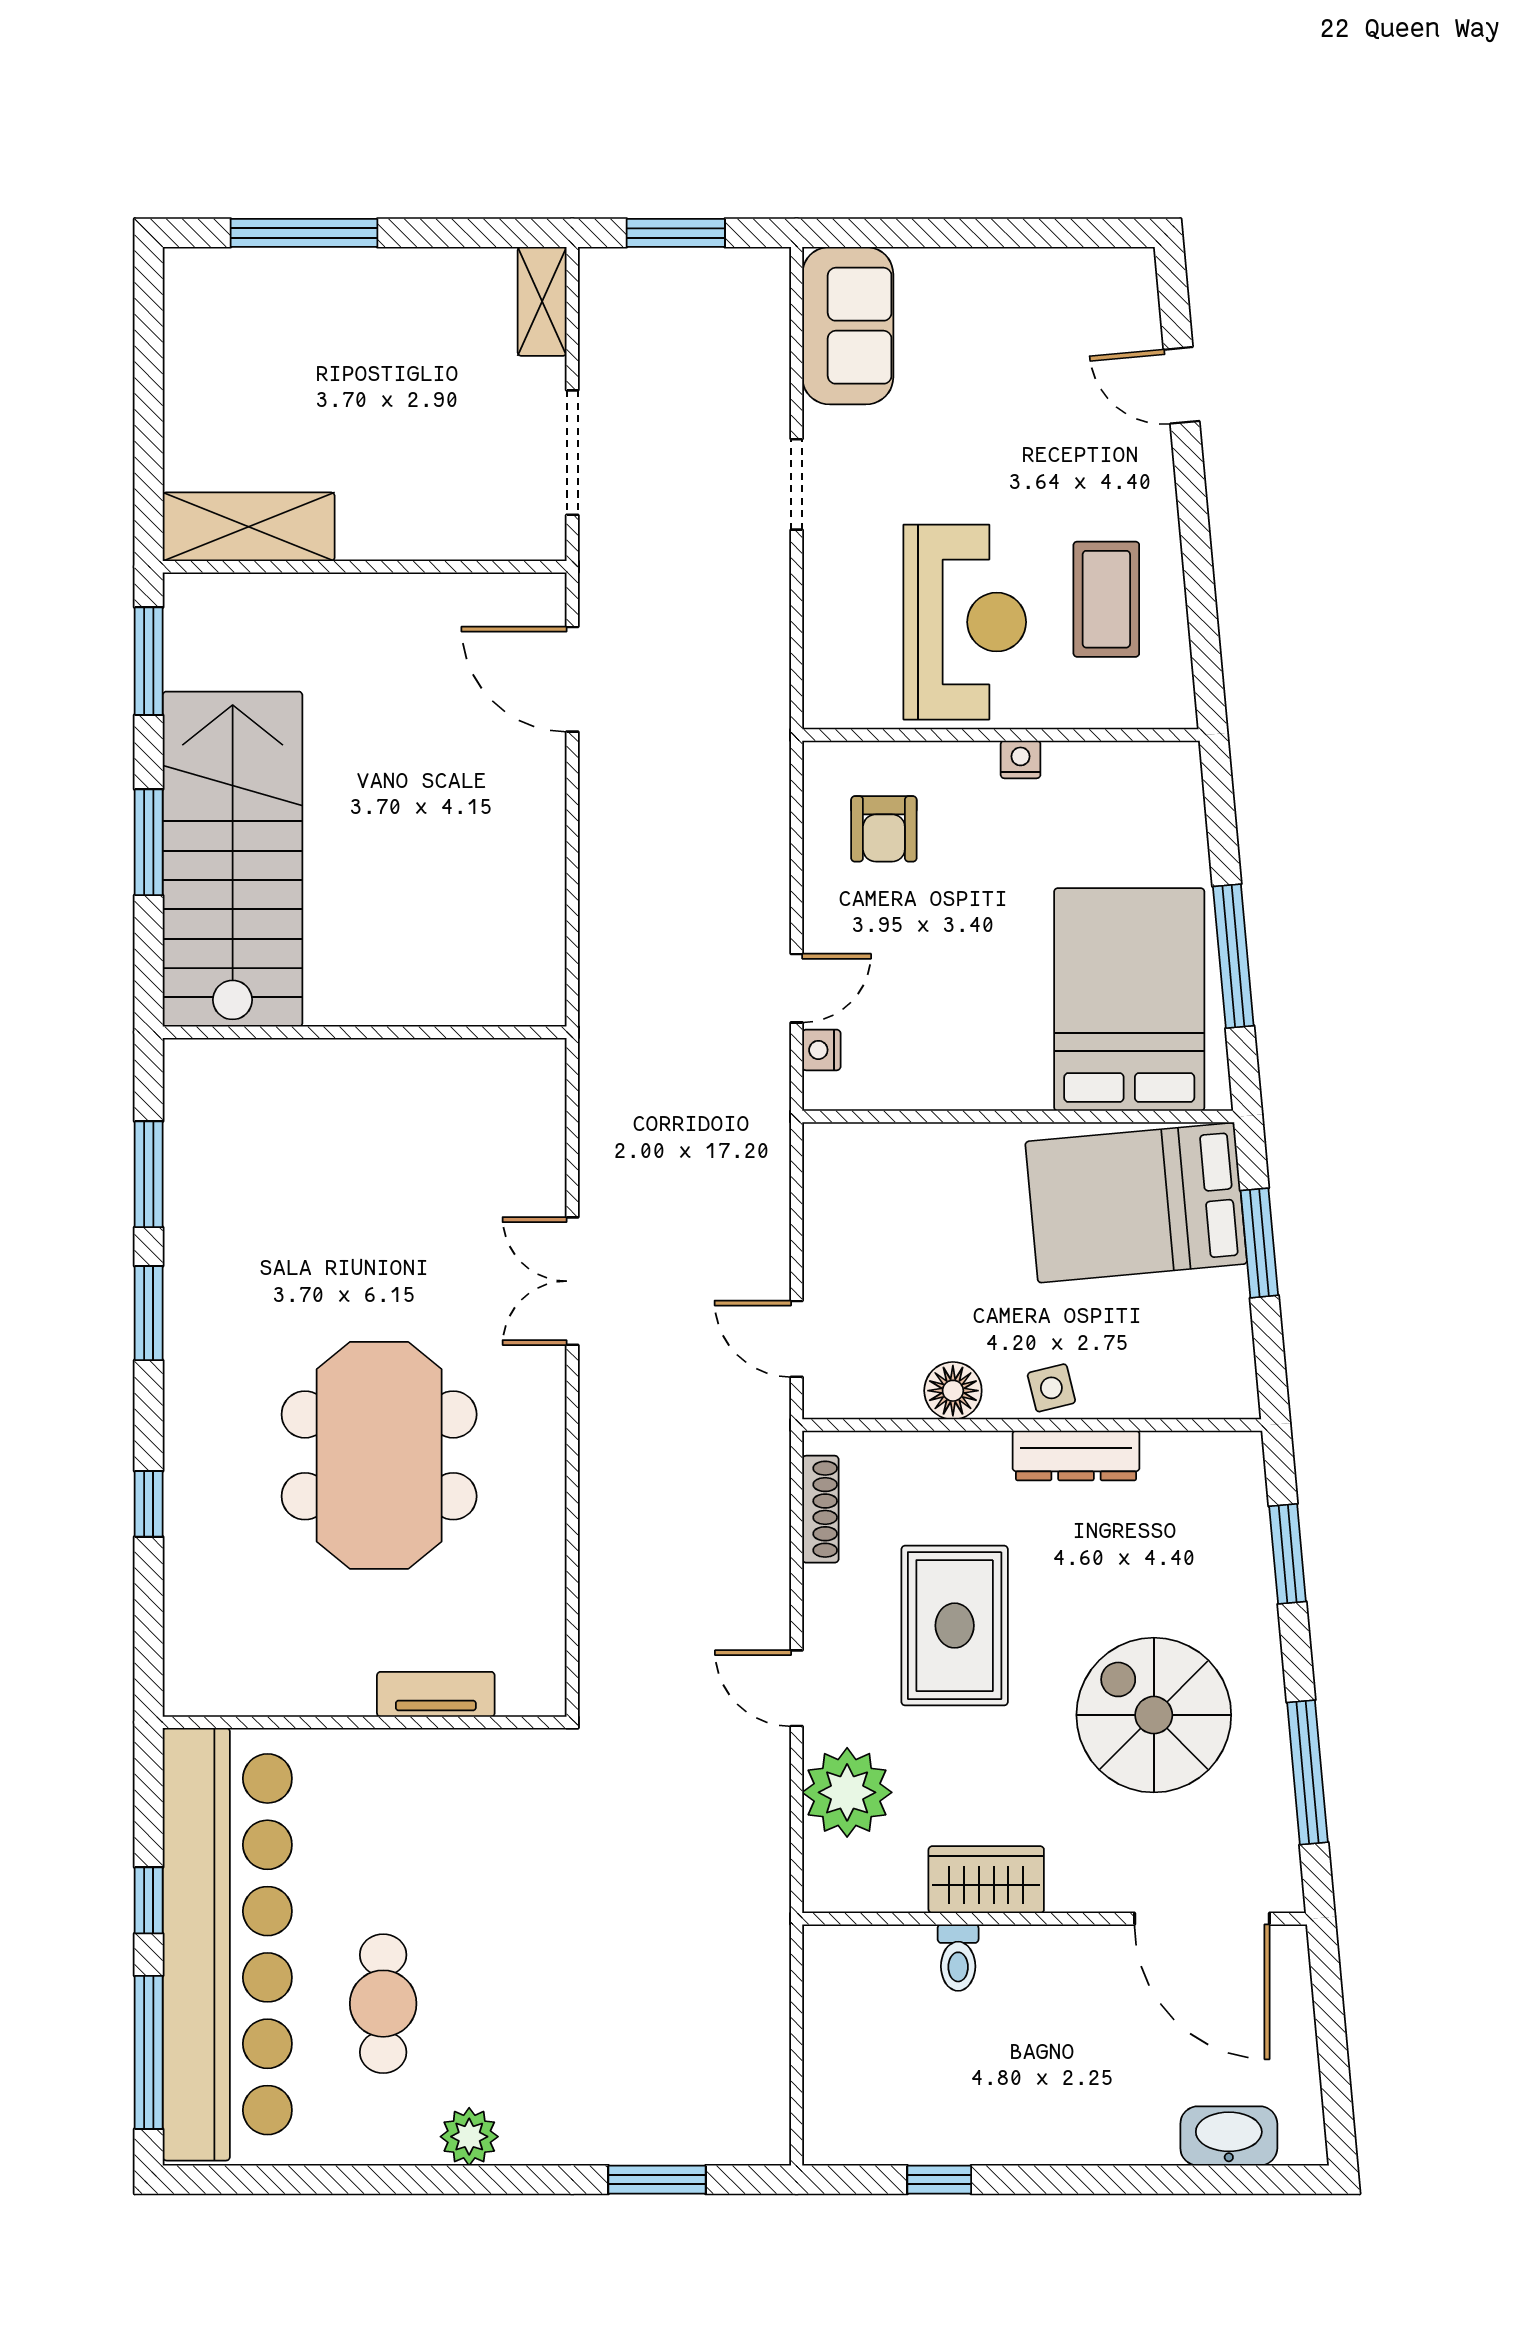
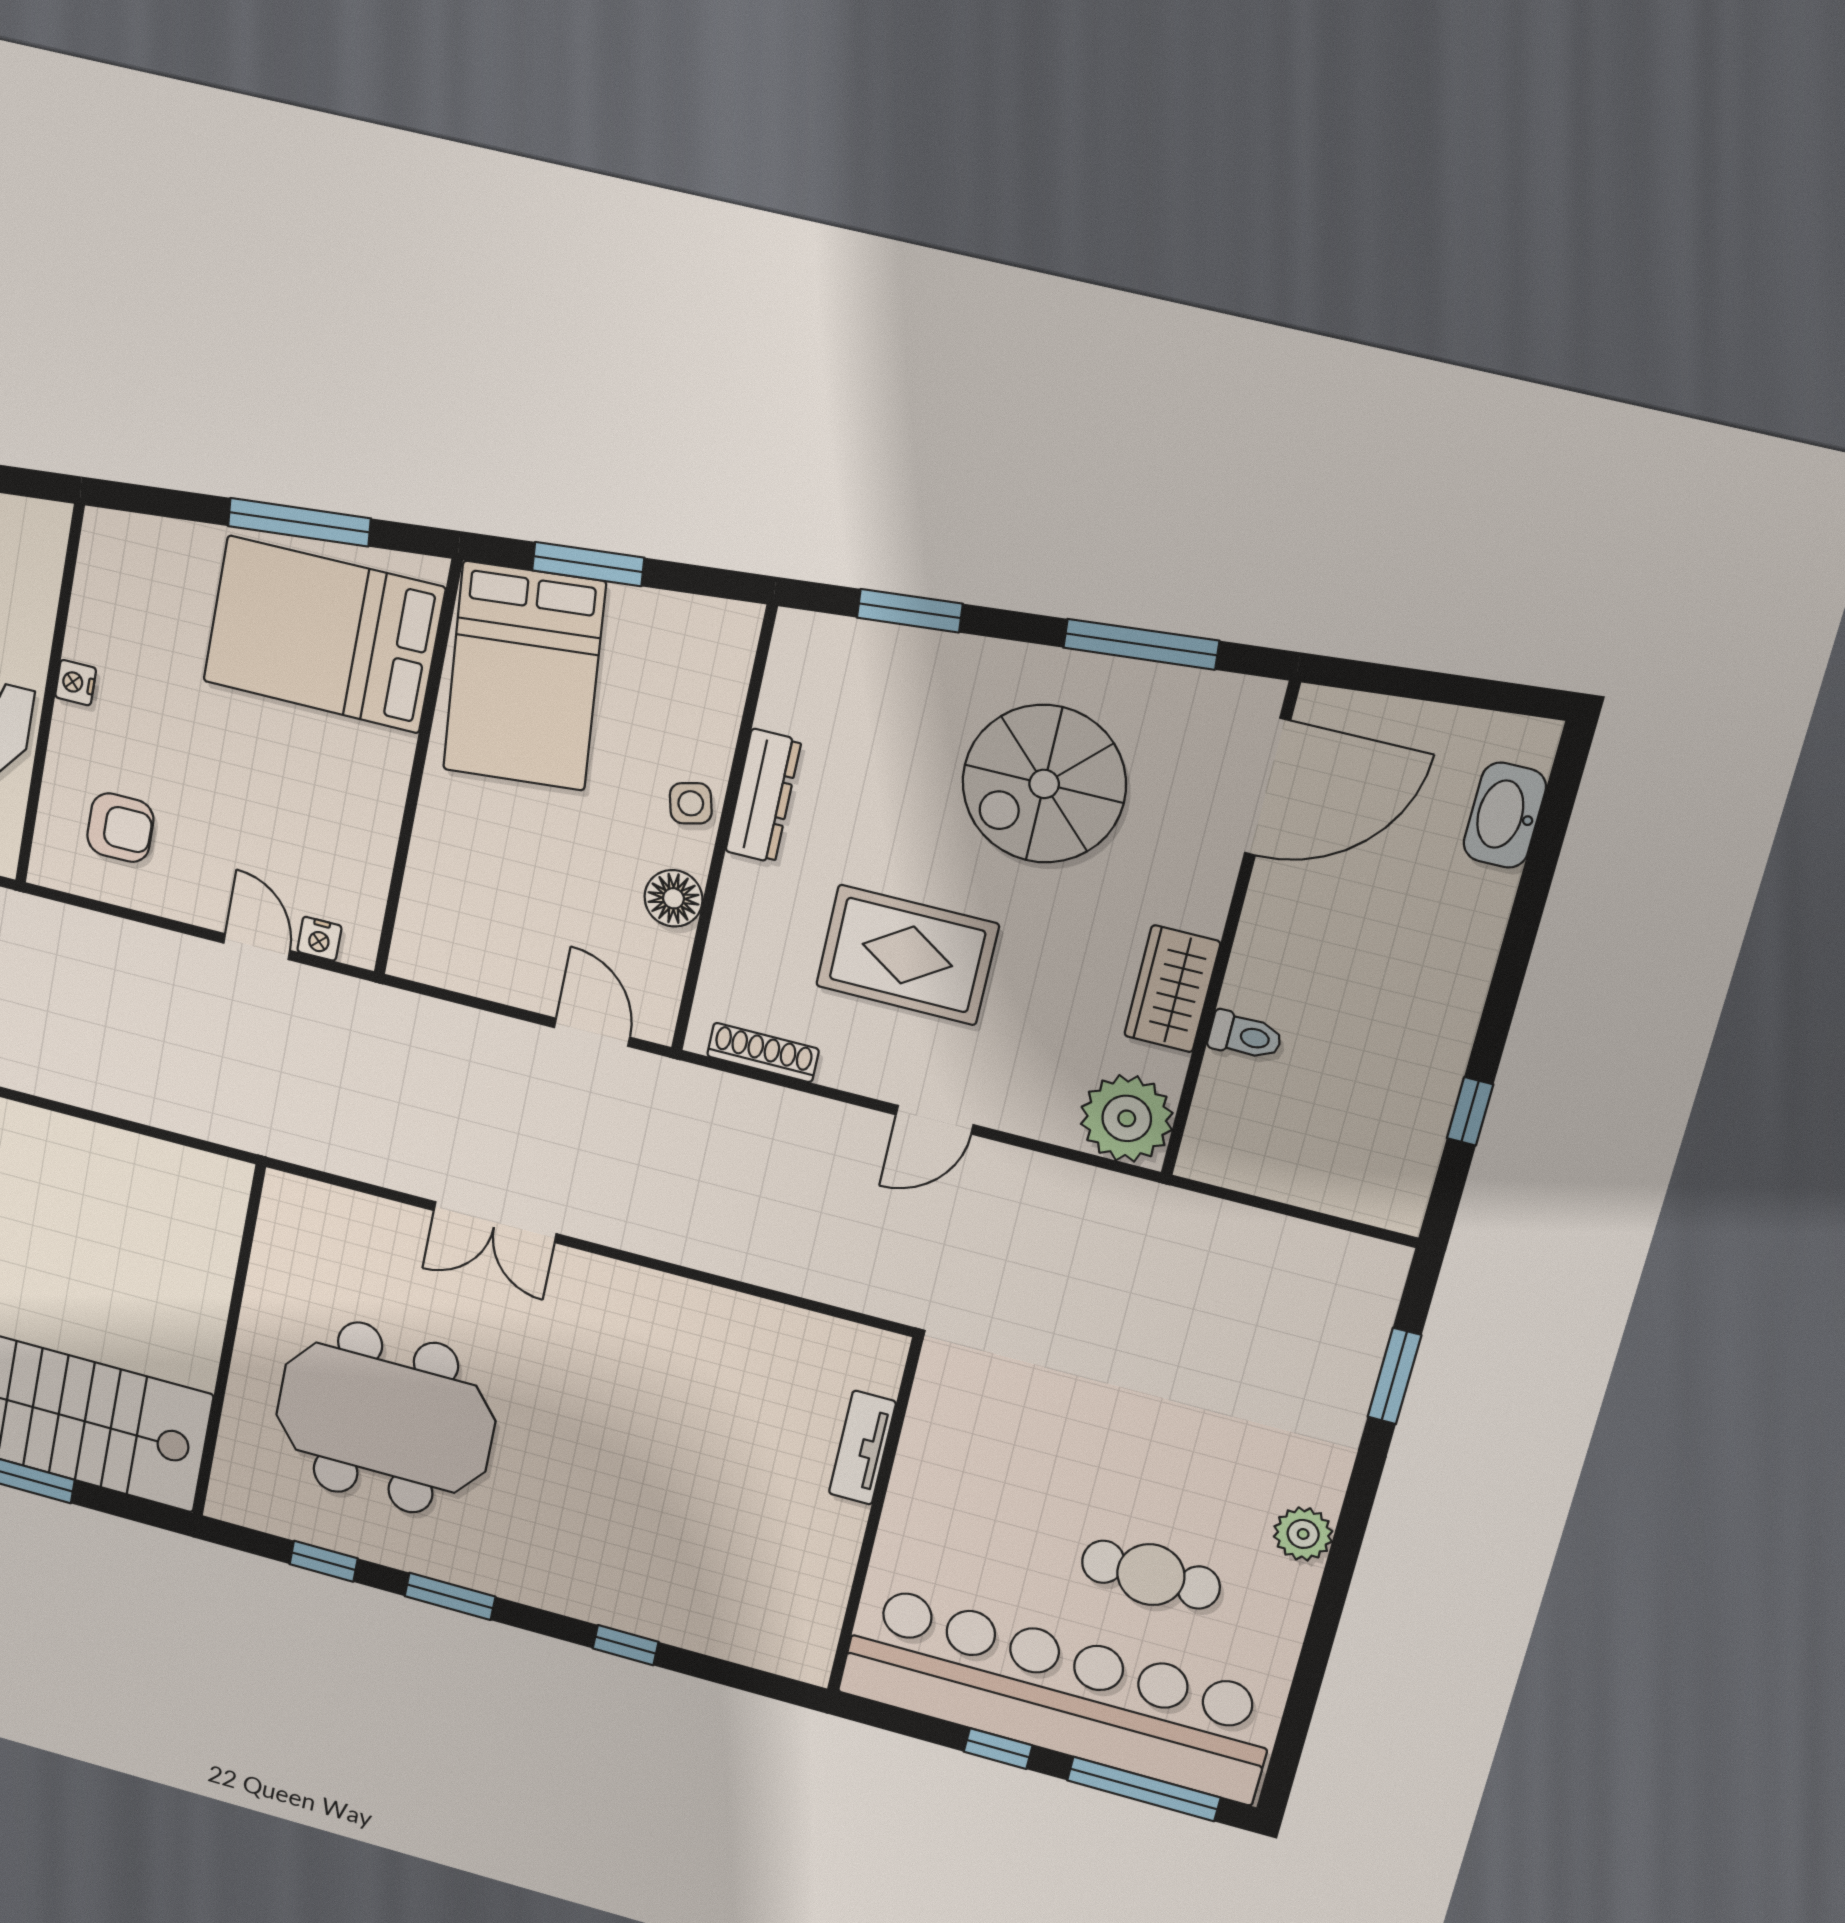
window: (149, 1174) -> (324, 1561), width x0.67
door: (797, 1339) -> (592, 1032), swing flipped
meeting table: (379, 1455) -> (385, 1418), moved
plant: (847, 1792) -> (1127, 1118), moved

